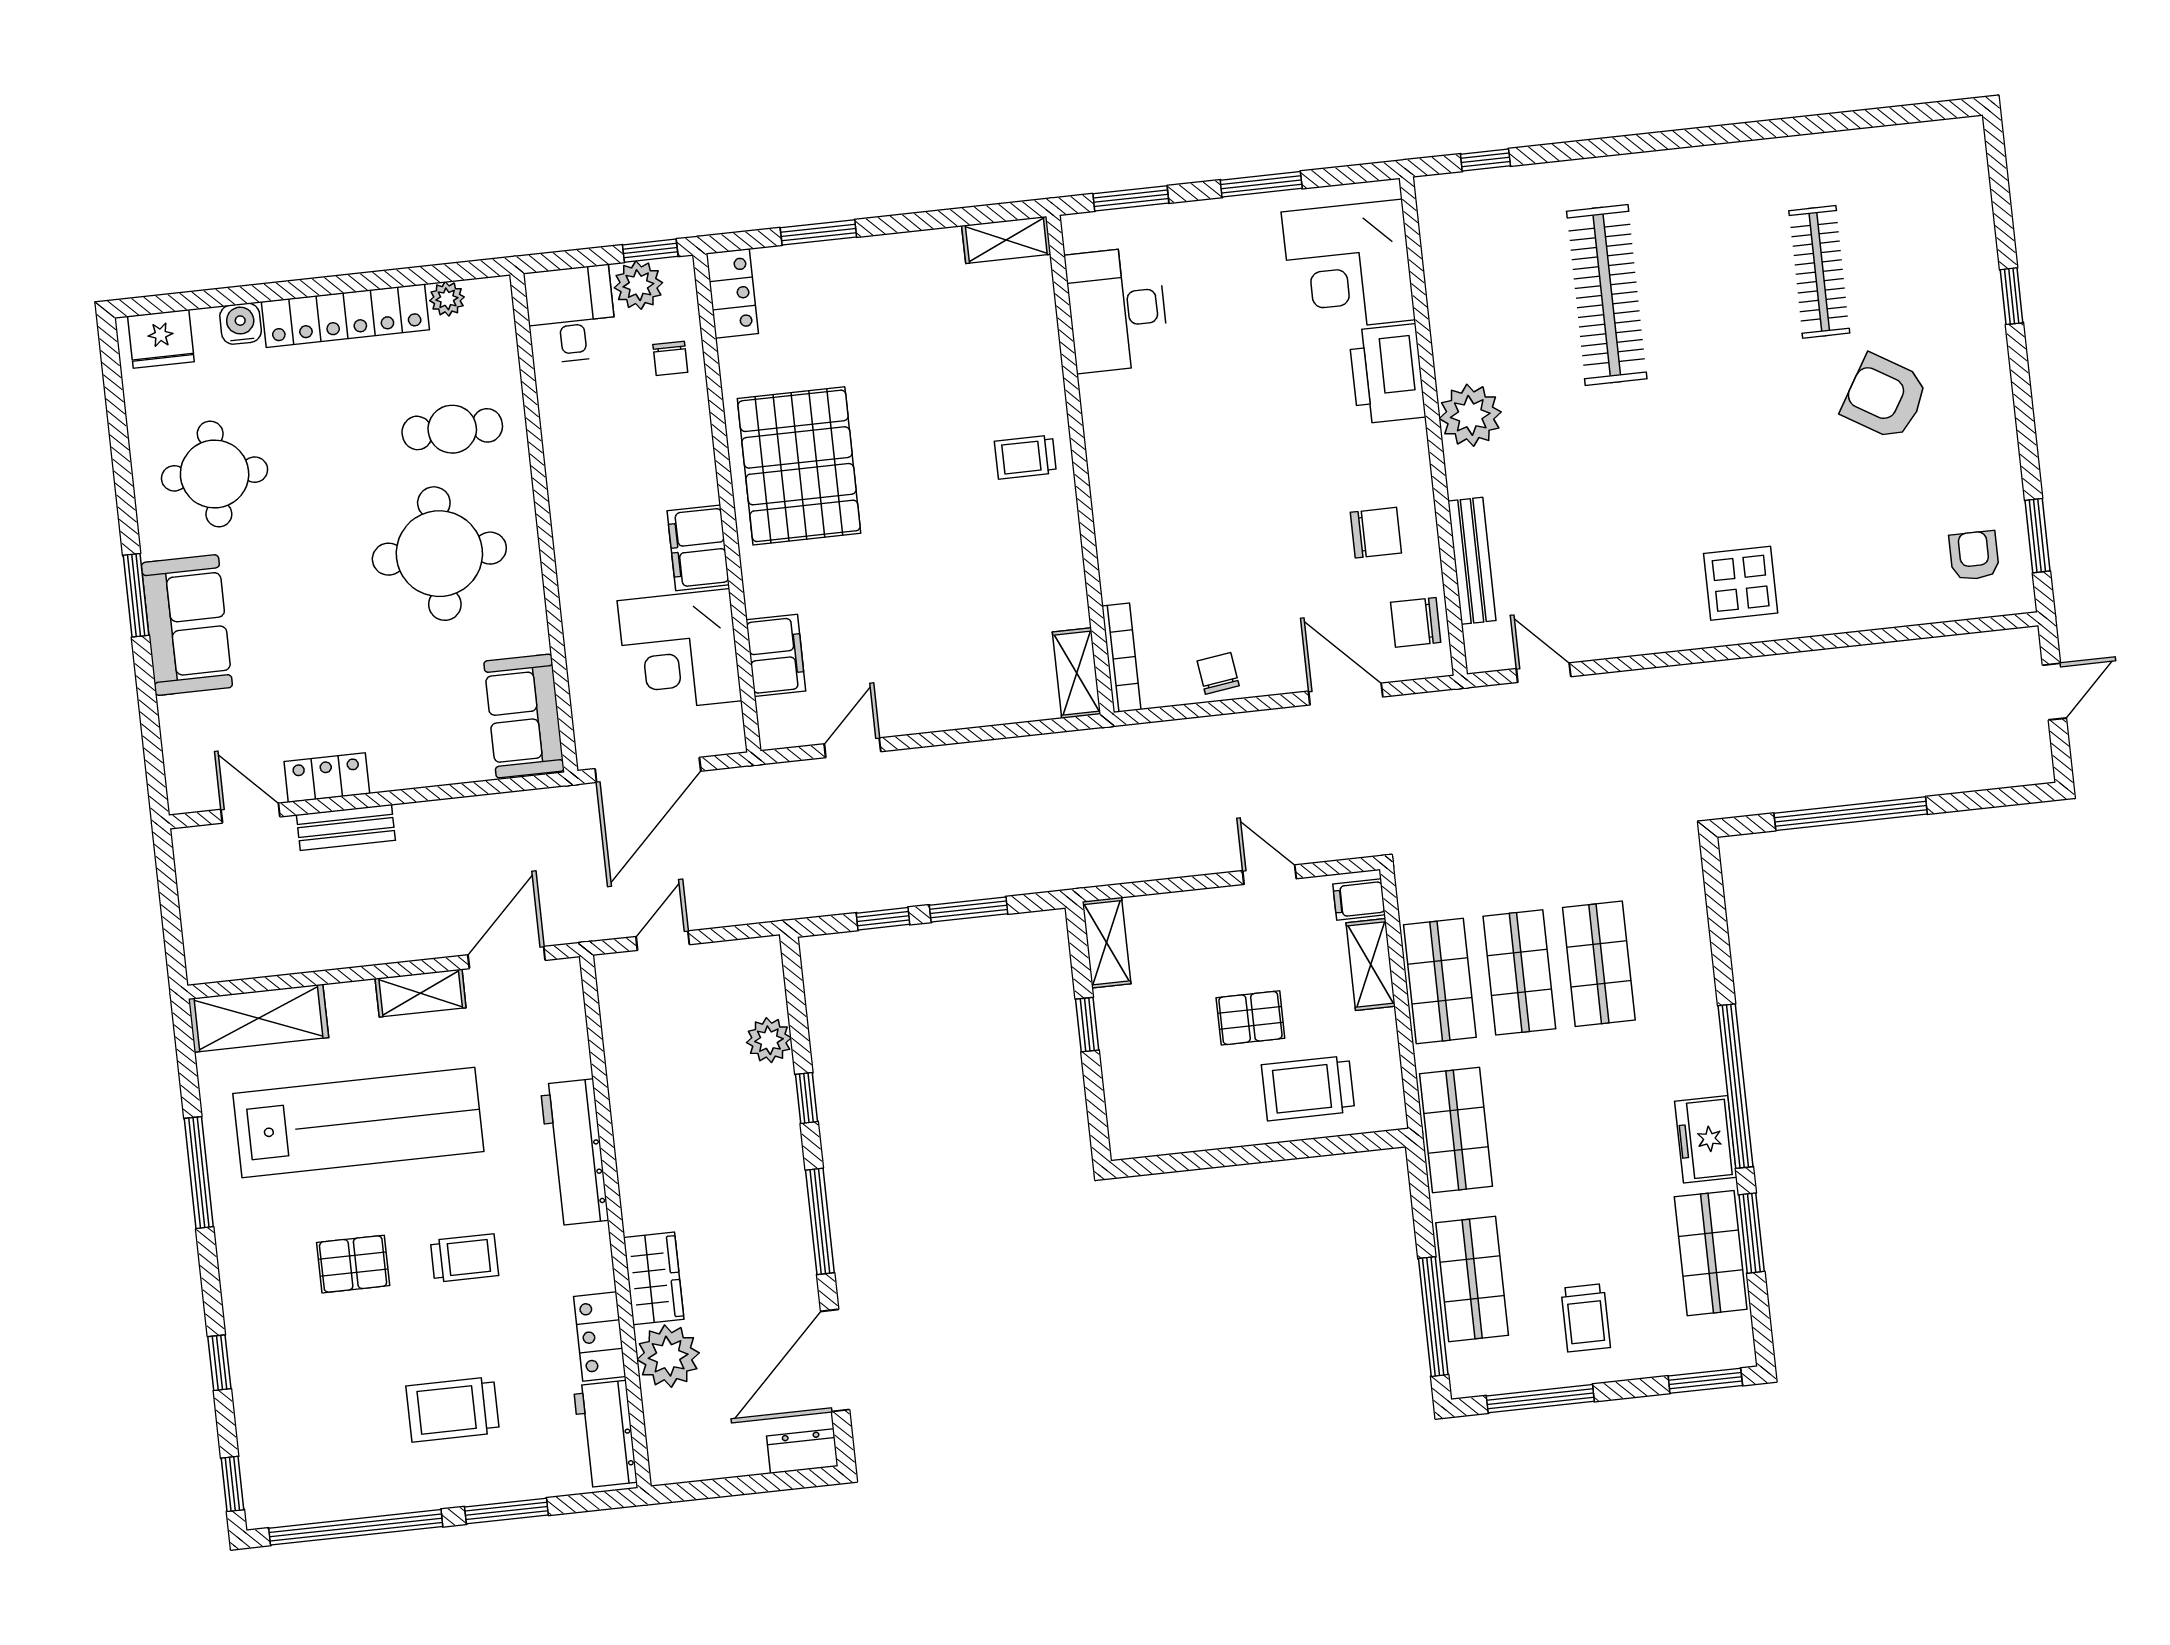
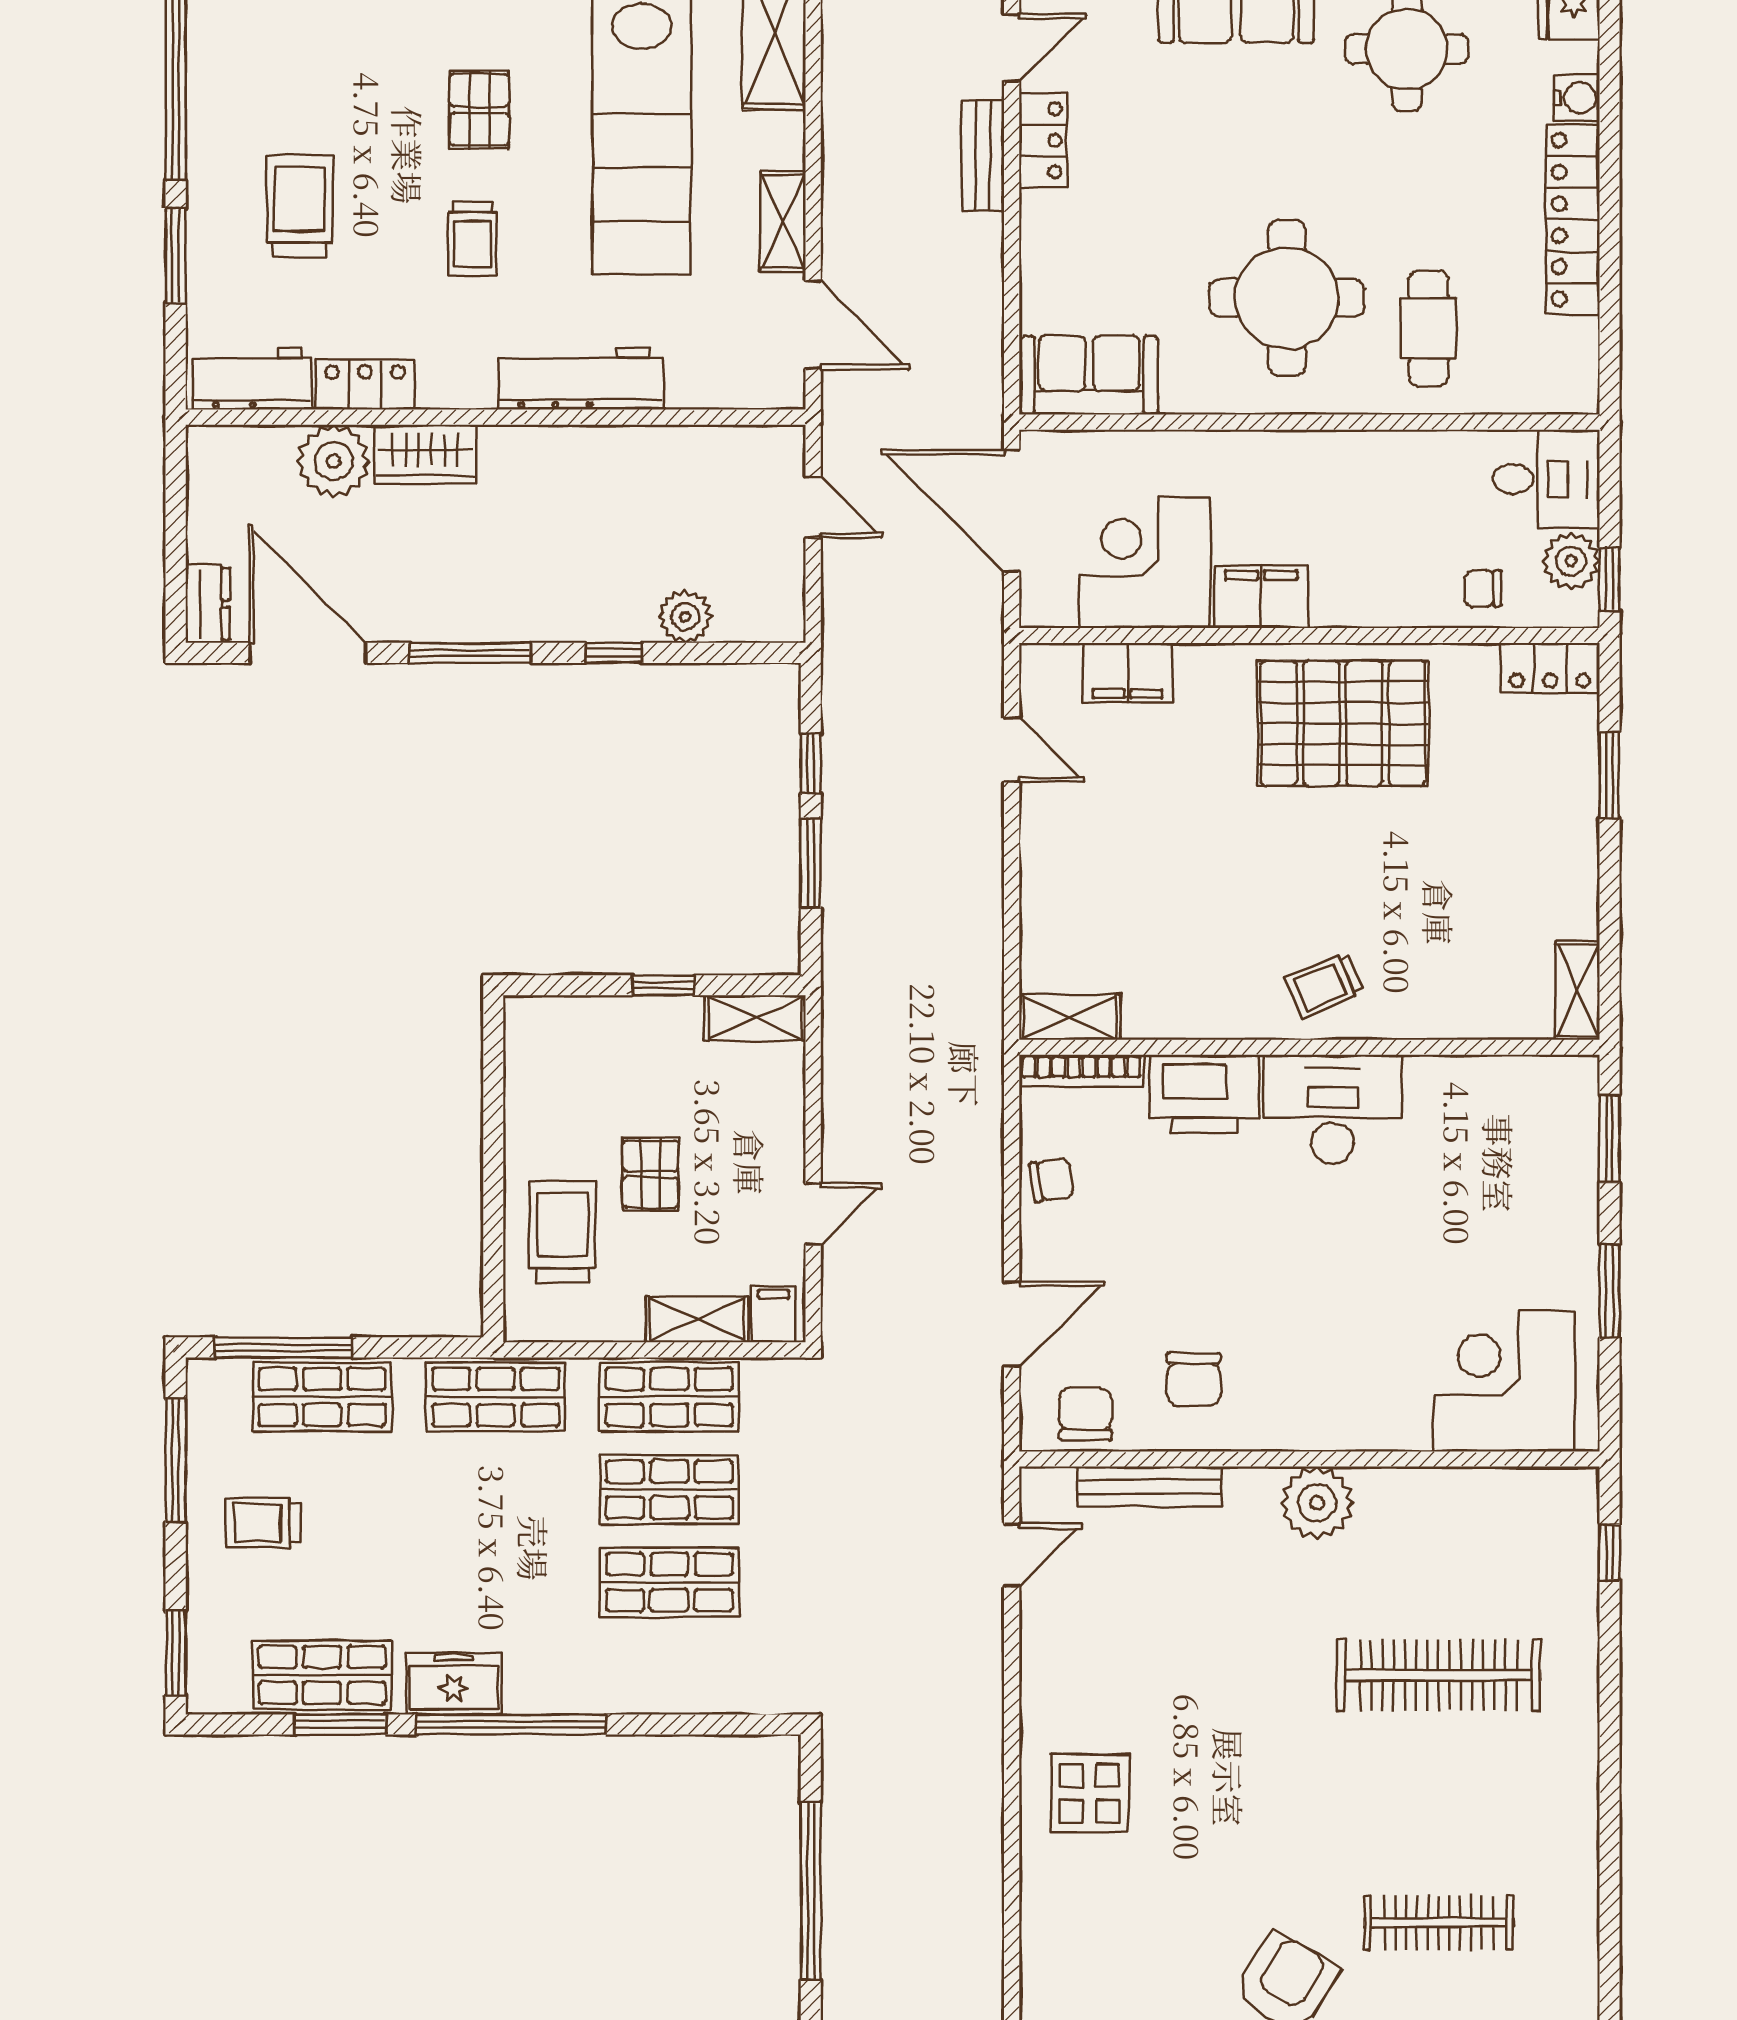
plant: (447, 299) -> (1579, 339), removed
desk: (1117, 309) -> (1333, 1109), moved
printer: (1387, 374) -> (1205, 1094), moved, turned 180
trolley: (1025, 457) -> (1325, 985), turned -113

